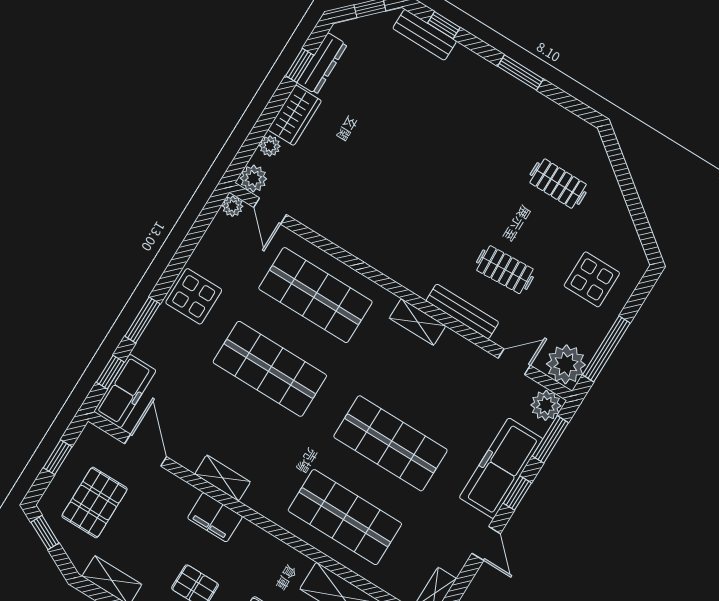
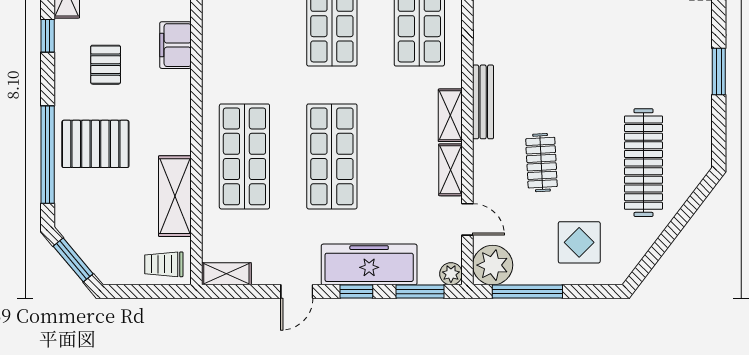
clothes rail: (558, 184) -> (644, 163), width x1.86, depth x1.31
bench: (462, 311) -> (483, 102), moved
plant: (546, 405) -> (451, 274), width x0.73, depth x0.73
shelving: (223, 478) -> (451, 170), moved

